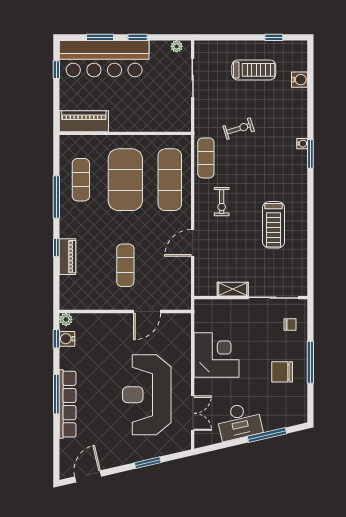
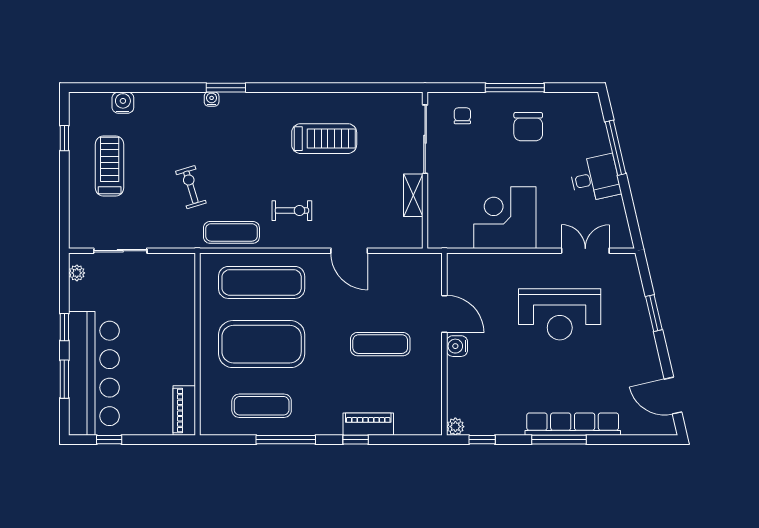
piano: (84, 121) -> (184, 411), width x0.73, depth x0.75
water cooler: (67, 339) -> (457, 346), moved, turned 90
reception desk: (147, 395) -> (560, 314), width x0.74, depth x0.77
desk: (239, 421) -> (595, 178), width x0.73

